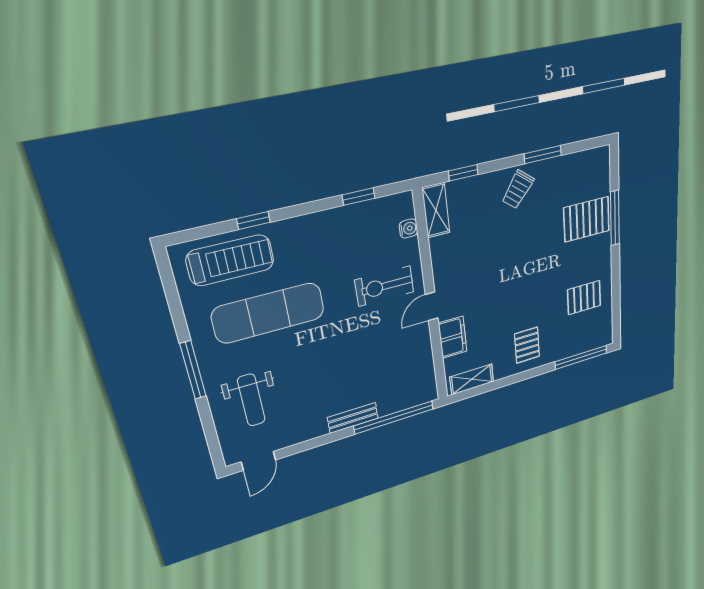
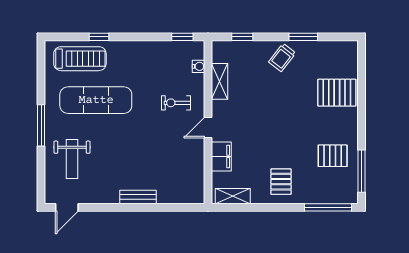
window: (358, 197) -> (182, 37), moved
shelving: (436, 210) -> (220, 81), moved
window: (615, 218) -> (361, 171), moved
exercise bike: (384, 286) -> (176, 103), width x0.73, depth x0.72
window: (394, 417) -> (168, 207), removed

